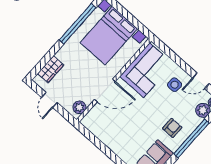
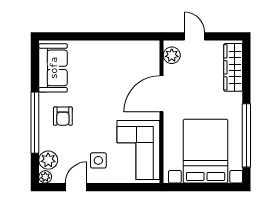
wardrobe: (51, 69) -> (233, 67), width x1.50
door: (49, 100) -> (194, 36), moved

